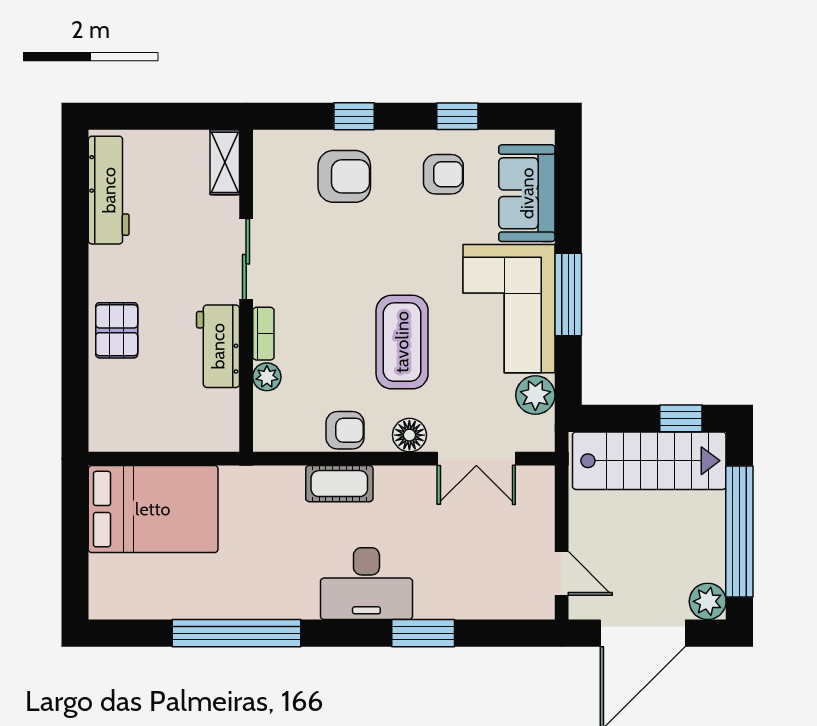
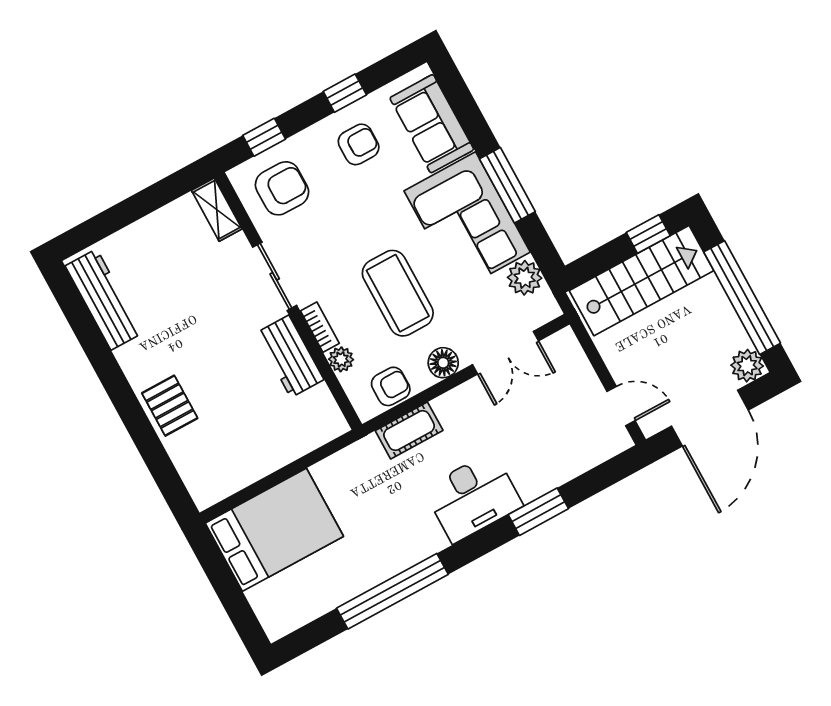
shelving: (225, 162) -> (217, 210), moved
sliding door: (246, 259) -> (275, 276), moved
wall: (246, 291) -> (288, 301), moved
bookcase: (263, 334) -> (320, 327), moved
workbench: (218, 346) -> (290, 356), moved
plant: (267, 377) -> (341, 359), moved

